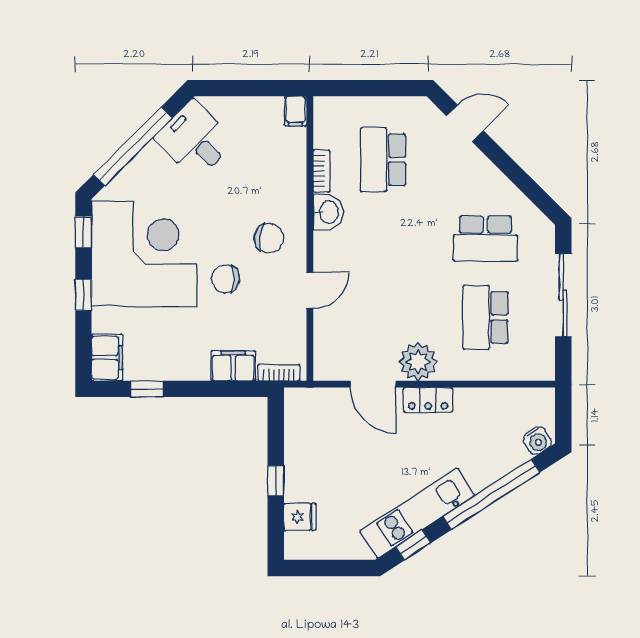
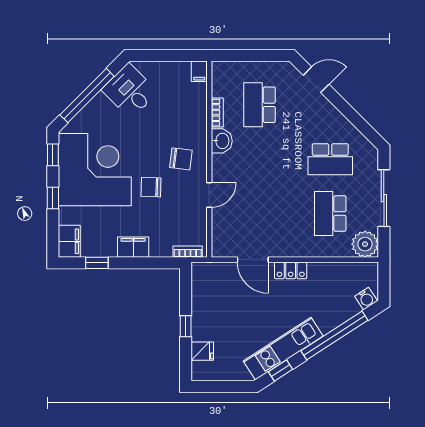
plant: (418, 362) -> (365, 244), moved
filing cabinet: (233, 366) -> (133, 247), moved

